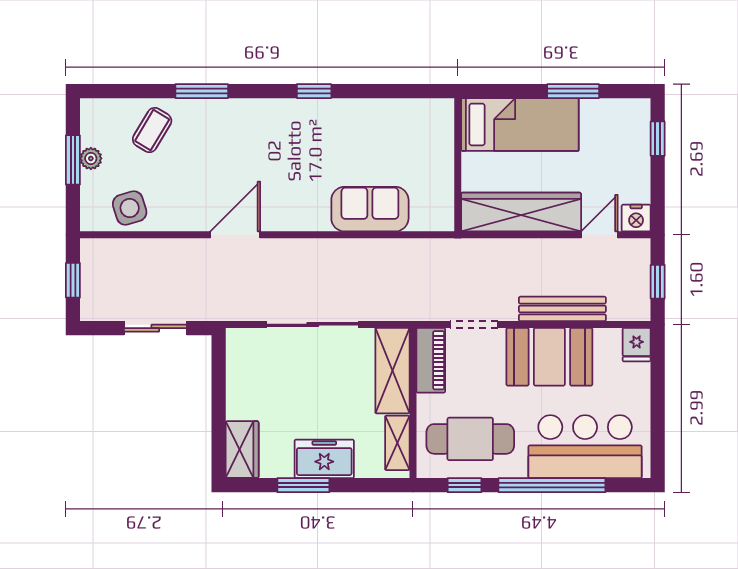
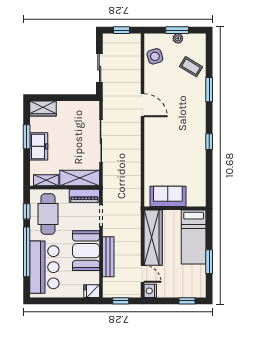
sofa: (370, 209) -> (168, 196), moved, turned -90

